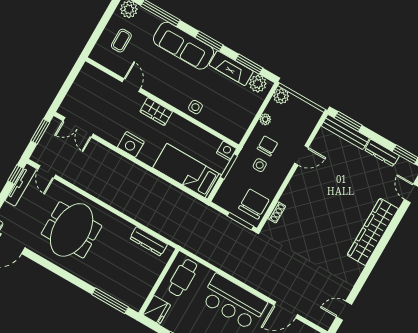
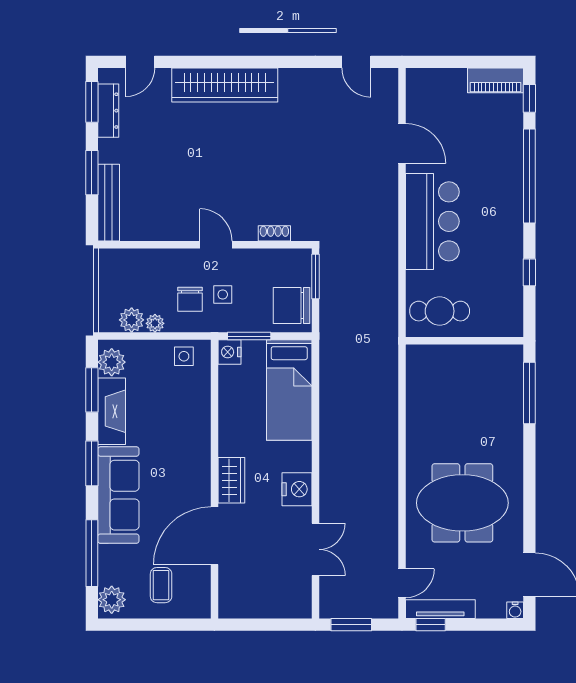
coffee table: (121, 41) -> (161, 585), turned 90
door: (131, 85) -> (214, 536), width x1.88
plant: (281, 96) -> (132, 320), moved
side table: (195, 107) -> (184, 356), moved
window: (348, 121) -> (92, 173), moved
double door: (78, 127) -> (315, 549), moved
chair: (267, 146) -> (190, 299), turned -90
dresser: (382, 153) -> (108, 111), moved
door: (301, 155) -> (216, 245), moved
chair: (254, 204) -> (291, 305), moved
dresser: (149, 241) -> (417, 387), removed
fridge: (157, 310) -> (505, 321), removed

